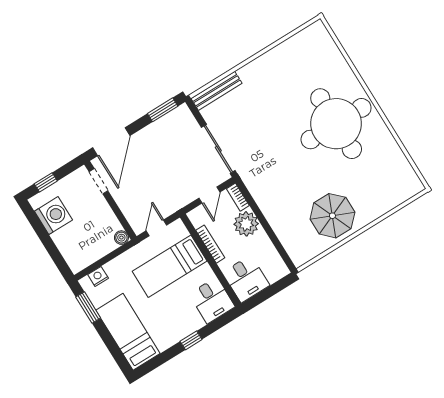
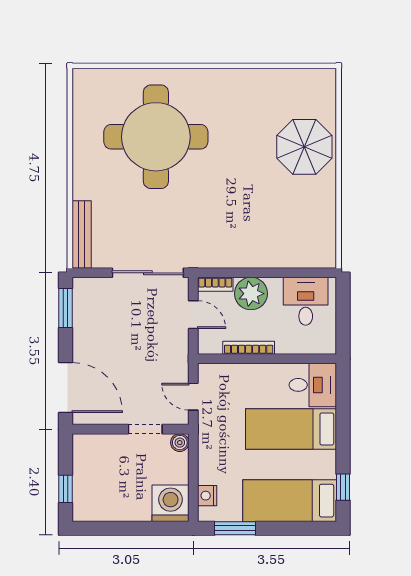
round table: (336, 124) -> (156, 137), moved
doorway: (99, 181) -> (145, 429), moved
washing machine: (53, 216) -> (171, 503), moved
parasol: (332, 216) -> (304, 147), moved
bed: (170, 266) -> (291, 429), moved, turned 90
desk: (246, 279) -> (306, 301), moved, turned -90
window: (191, 340) -> (343, 487), moved

